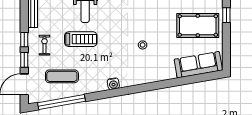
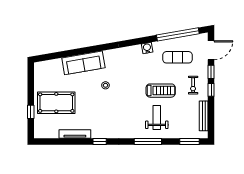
treadmill: (81, 39) -> (161, 91), turned 180
sofa: (198, 65) -> (83, 63), moved
water cooler: (113, 84) -> (147, 48), moved

